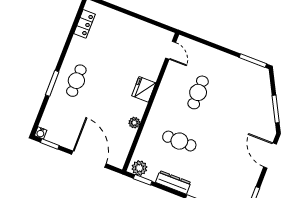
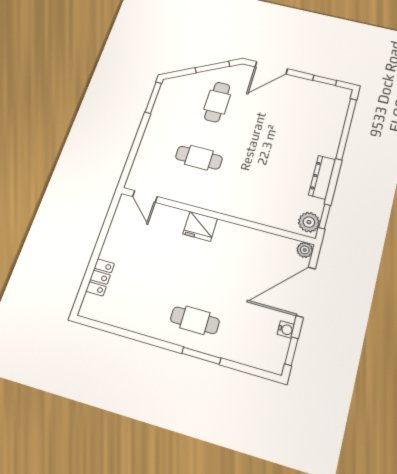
locker: (84, 24) -> (100, 277), moved, turned 90
door: (171, 50) -> (145, 196), swing flipped
plant: (134, 123) -> (305, 250), moved
water cooler: (41, 133) -> (286, 329), moved
cafe table: (179, 141) -> (217, 102), moved

